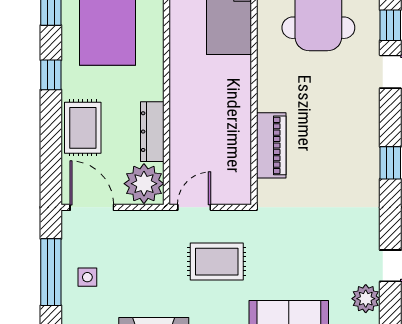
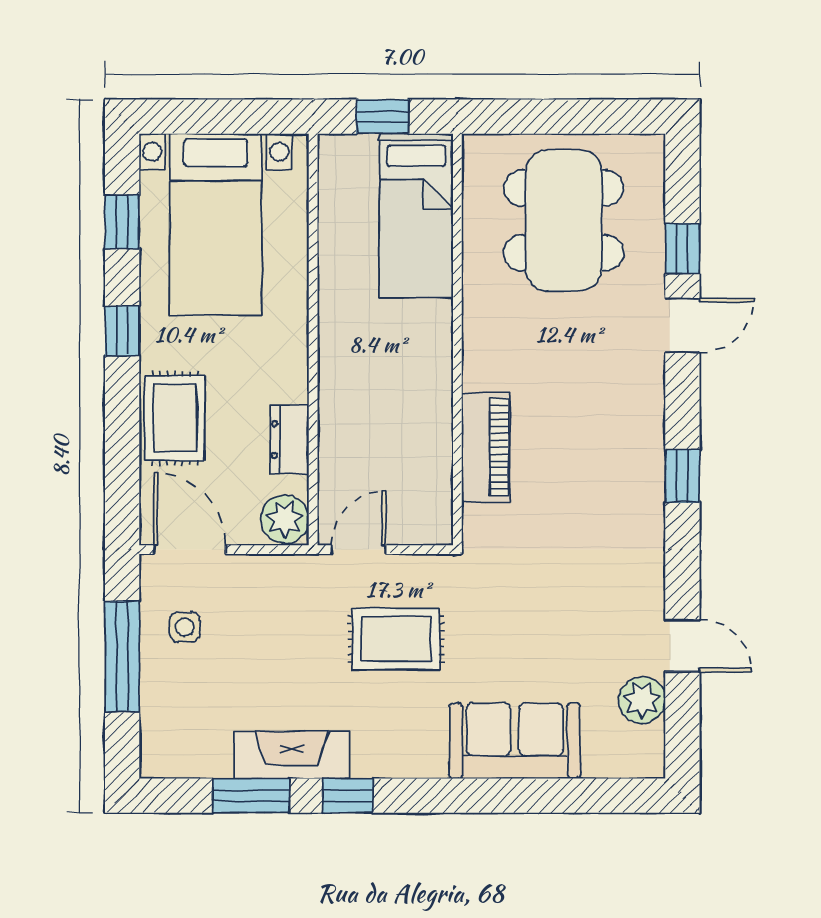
dresser: (152, 132) -> (290, 439), width x0.70
plant: (144, 184) -> (285, 519), width x0.73, depth x0.73
side table: (87, 277) -> (185, 627), moved

